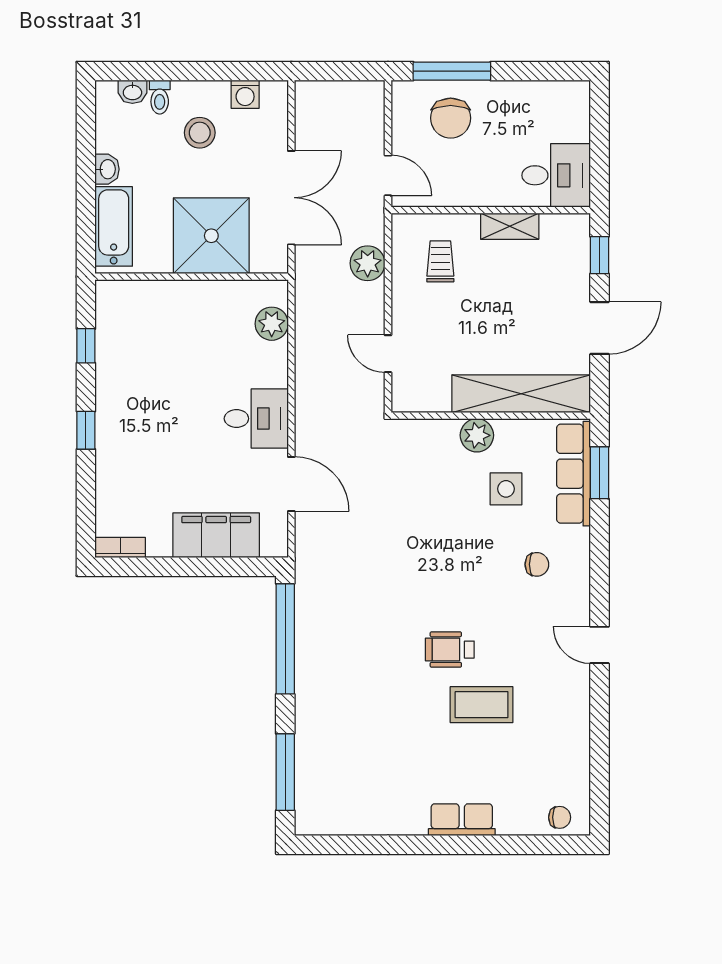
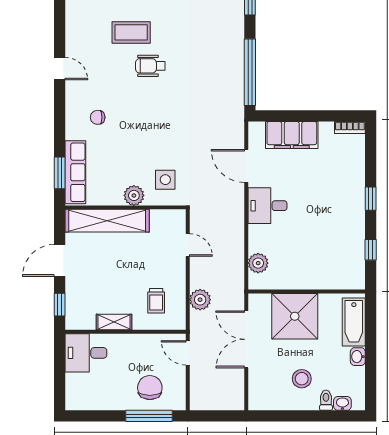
washing machine: (245, 94) -> (274, 402), removed
side table: (506, 489) -> (165, 180), moved
wheelchair: (450, 650) -> (150, 66), turned 180

